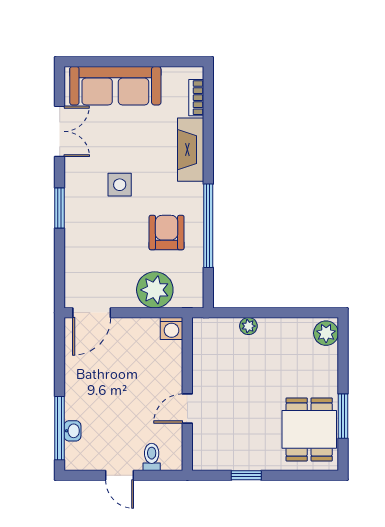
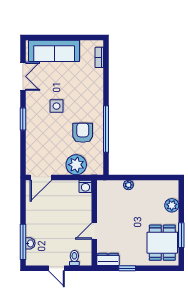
fireplace: (191, 150) -> (96, 86), removed
plant: (326, 333) -> (172, 205), moved
dresser: (212, 460) -> (108, 259), added

